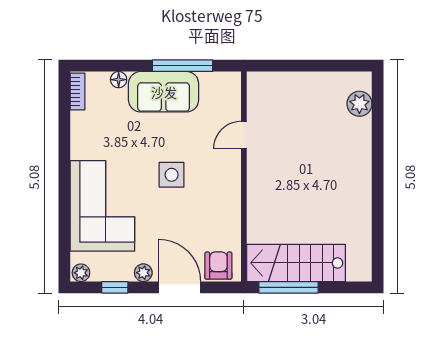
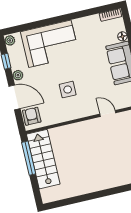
side table: (172, 175) -> (68, 90), moved
armchair: (218, 266) -> (32, 116), turned -90
door: (180, 287) -> (14, 97), hinge flipped

